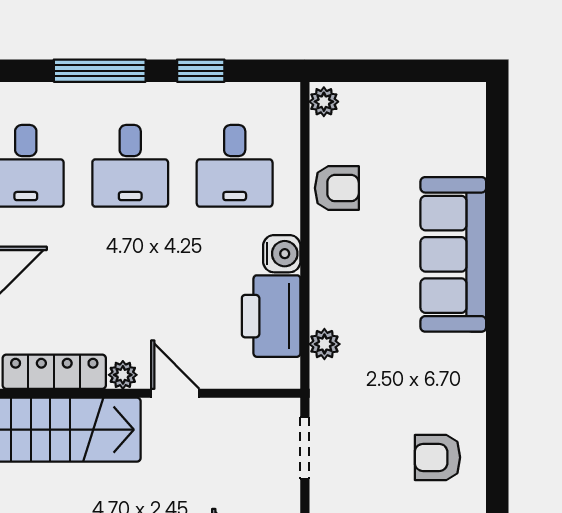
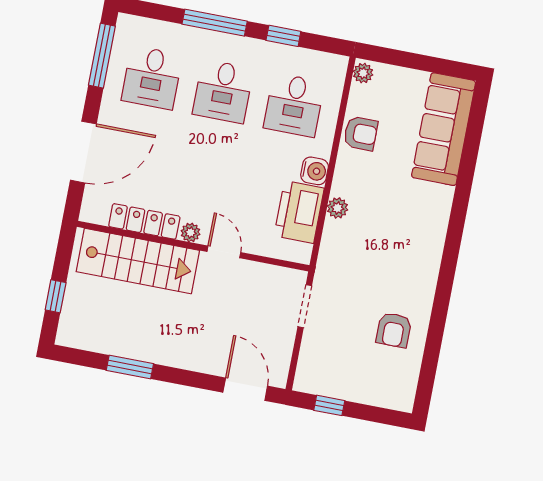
sofa: (453, 254) -> (444, 129), moved
plant: (324, 344) -> (338, 208), moved
armchair: (437, 457) -> (394, 330), turned -90

